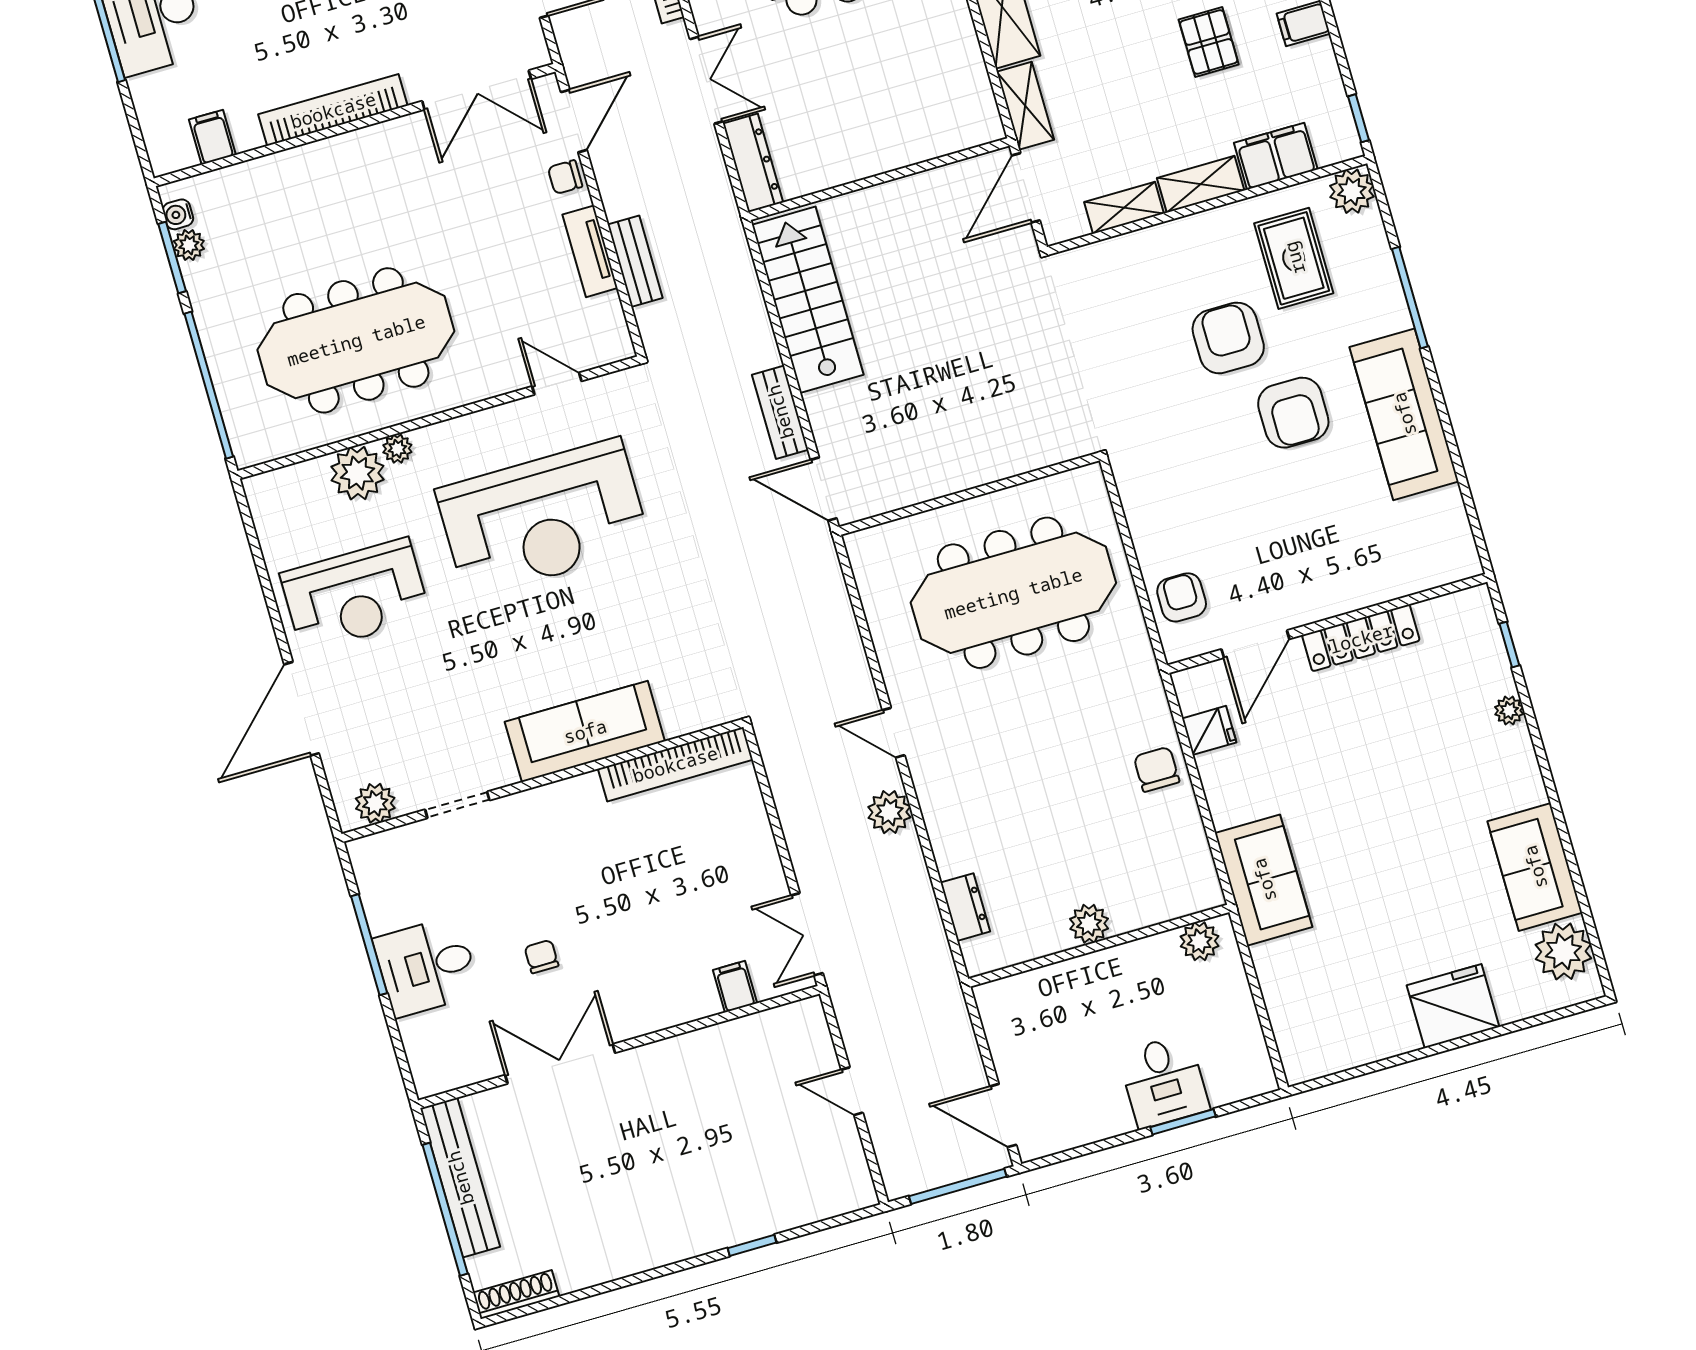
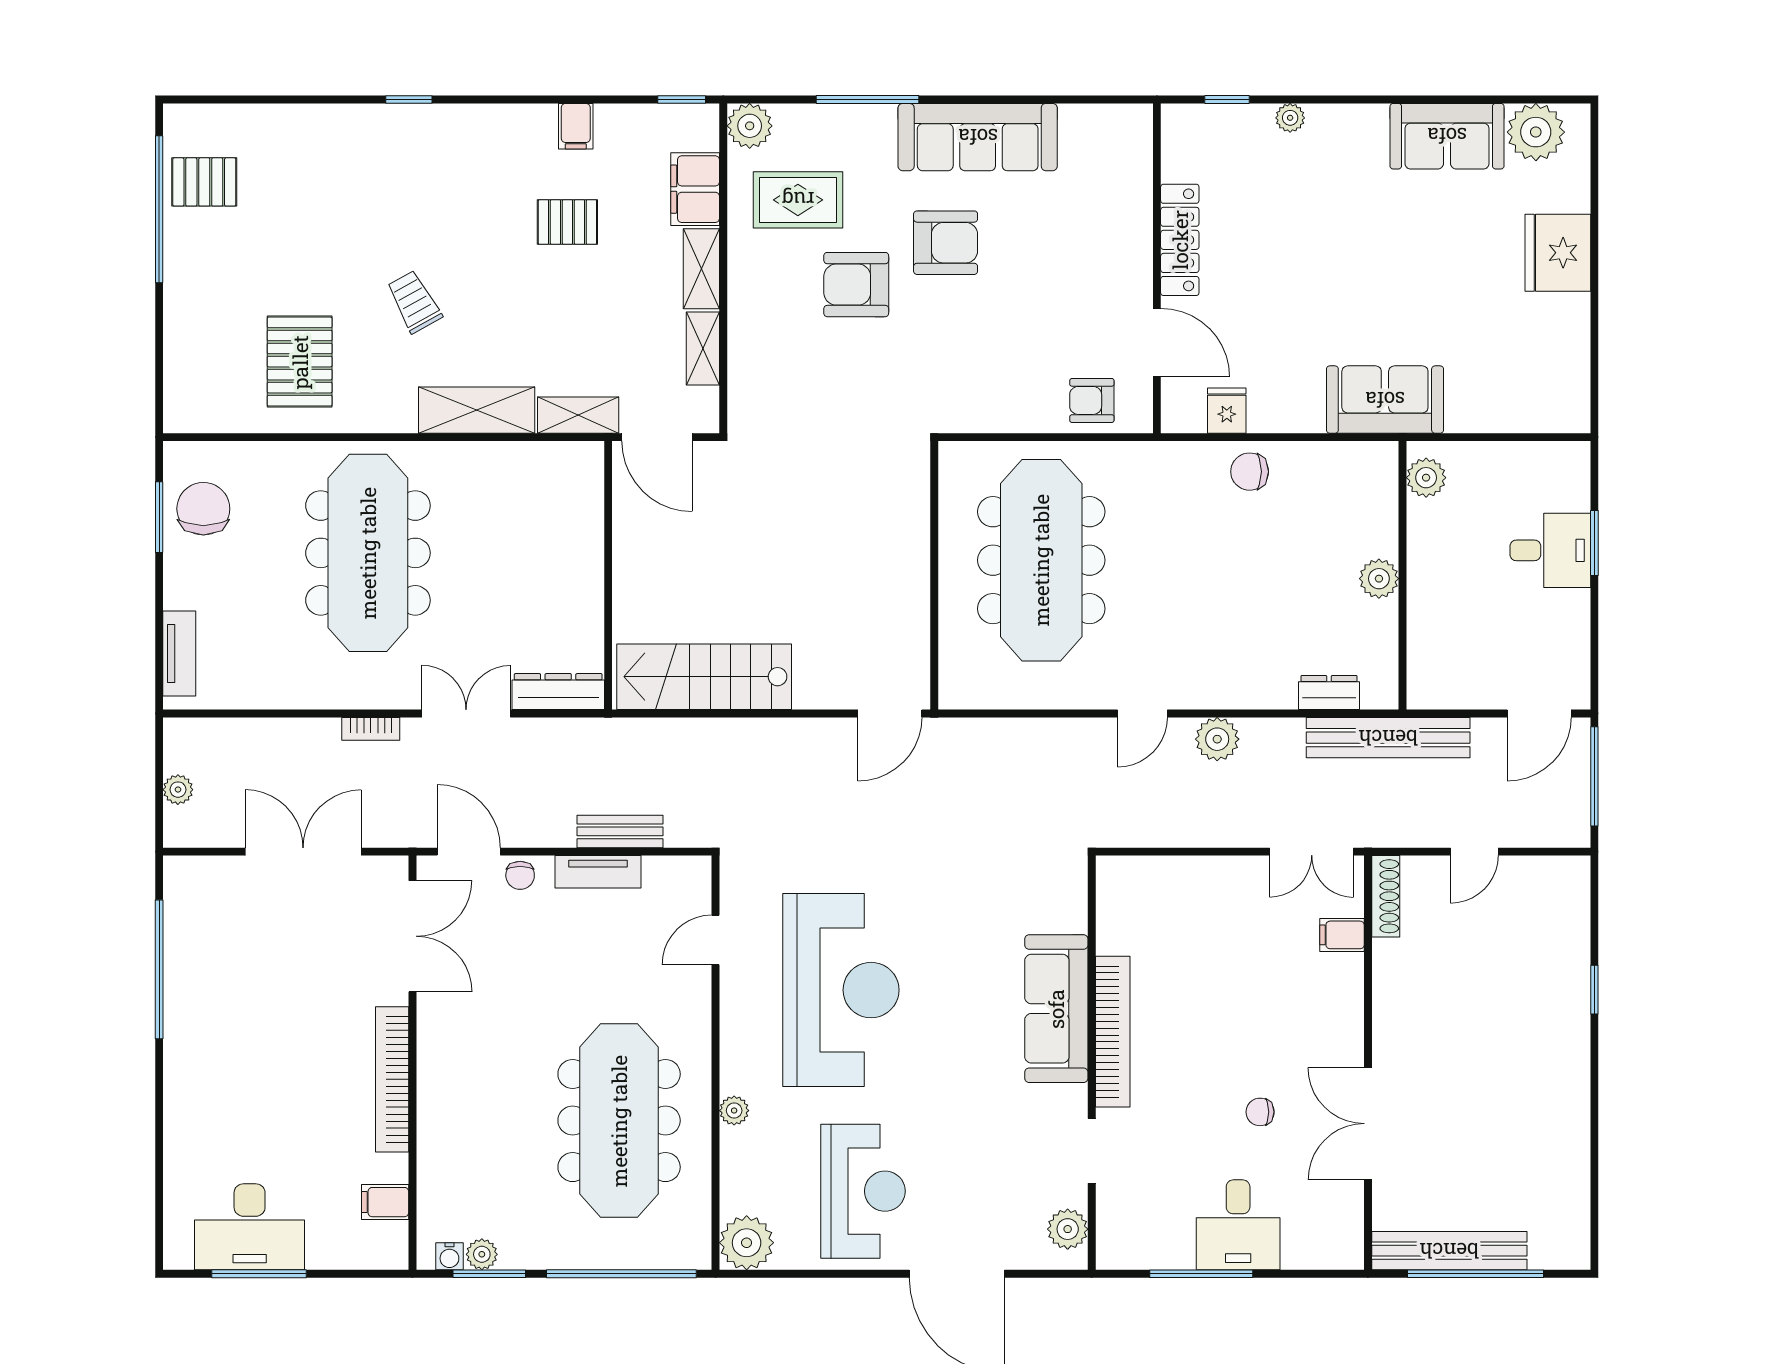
bench: (780, 412) -> (1388, 738), moved, width x1.86, depth x1.21
plant: (358, 473) -> (747, 1243), moved
bookcase: (675, 764) -> (1113, 1032), moved
shoe rack: (516, 1295) -> (1386, 896), moved, turned 180

